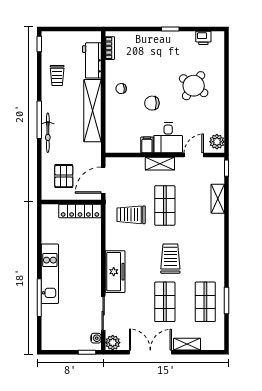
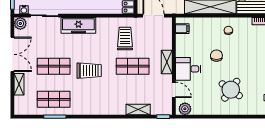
filing cabinet: (147, 145) -> (182, 29), moved

